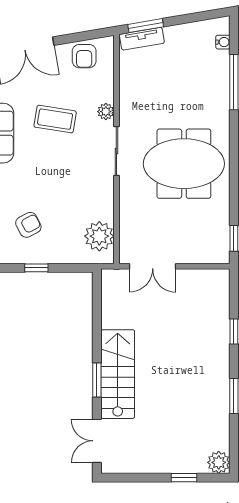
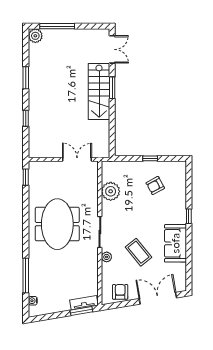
coffee table: (55, 119) -> (138, 252), turned 42
meeting table: (184, 164) -> (57, 224), turned 90
plant: (99, 236) -> (111, 191), moved
window: (184, 478) -> (57, 26), width x2.17

